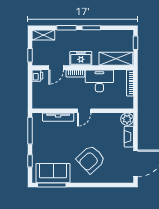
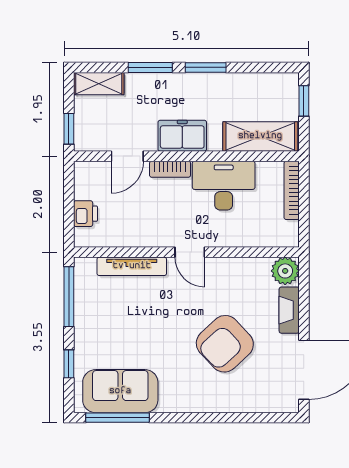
printer: (37, 76) -> (85, 214), moved
door: (84, 111) -> (190, 252), hinge flipped
armchair: (91, 159) -> (225, 344), moved

